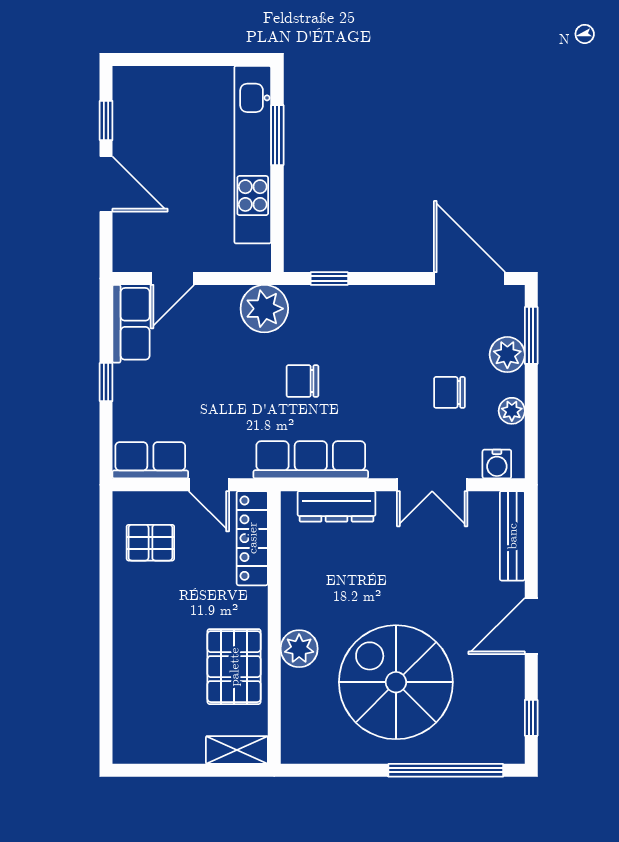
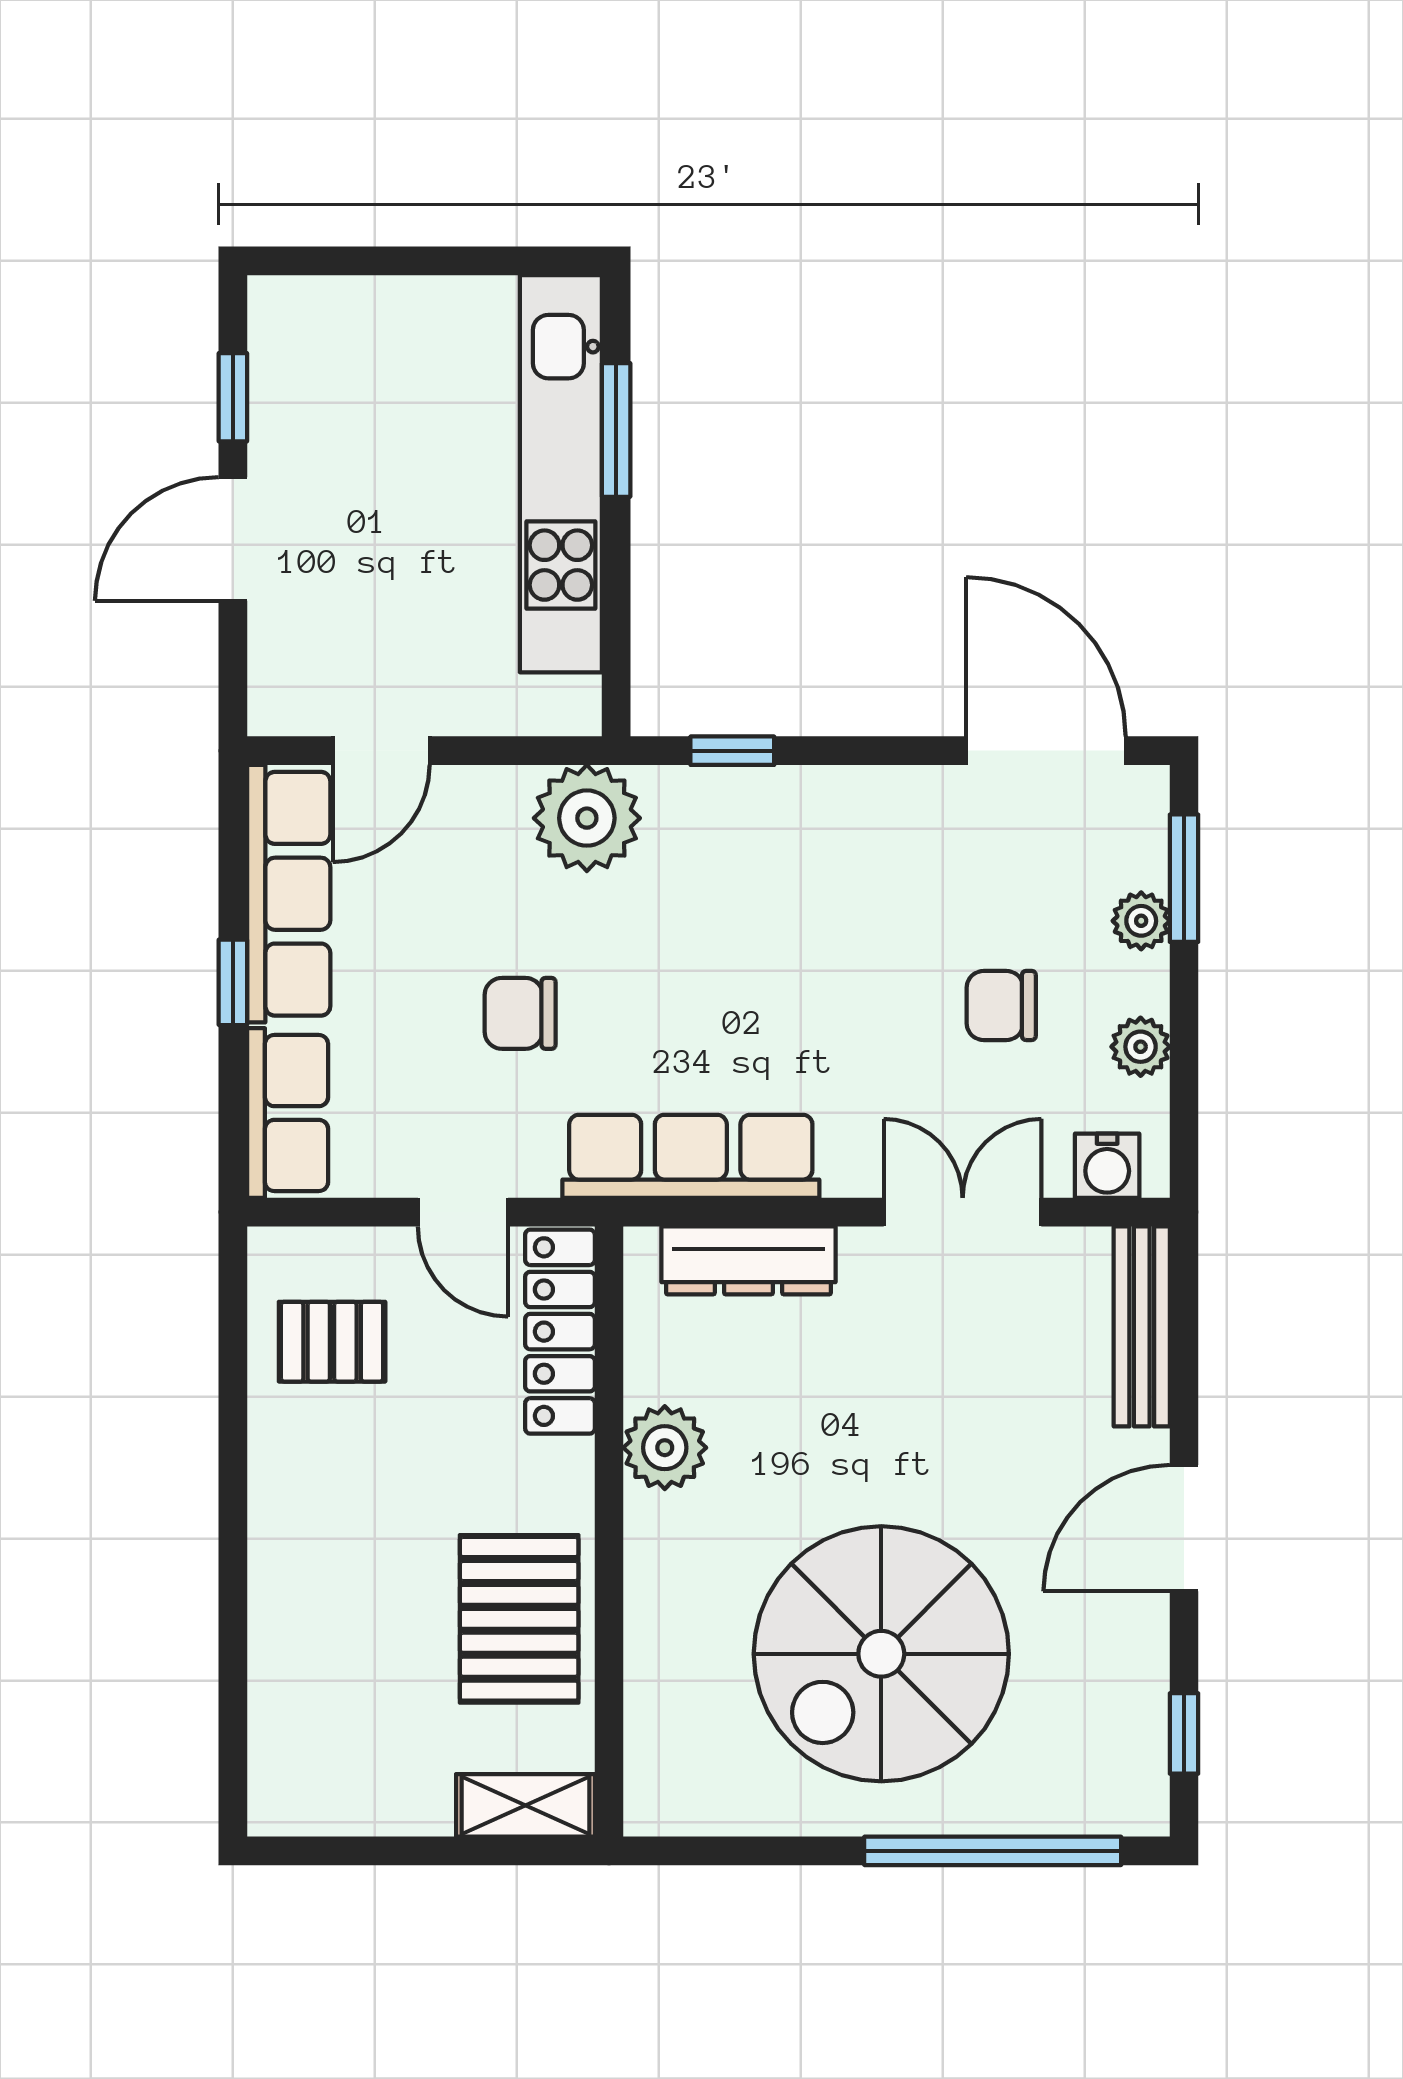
door: (106, 184) -> (233, 539), swing flipped
row of seats: (131, 324) -> (289, 894), width x1.48
plant: (507, 355) -> (1141, 921), width x0.73, depth x0.73
chair: (303, 381) -> (520, 1013), moved
row of seats: (150, 460) -> (288, 1113), moved, turned 90
double door: (432, 485) -> (963, 1212), swing flipped
plant: (299, 649) -> (665, 1448), moved
spiral stairs: (396, 682) -> (881, 1654), turned -90

